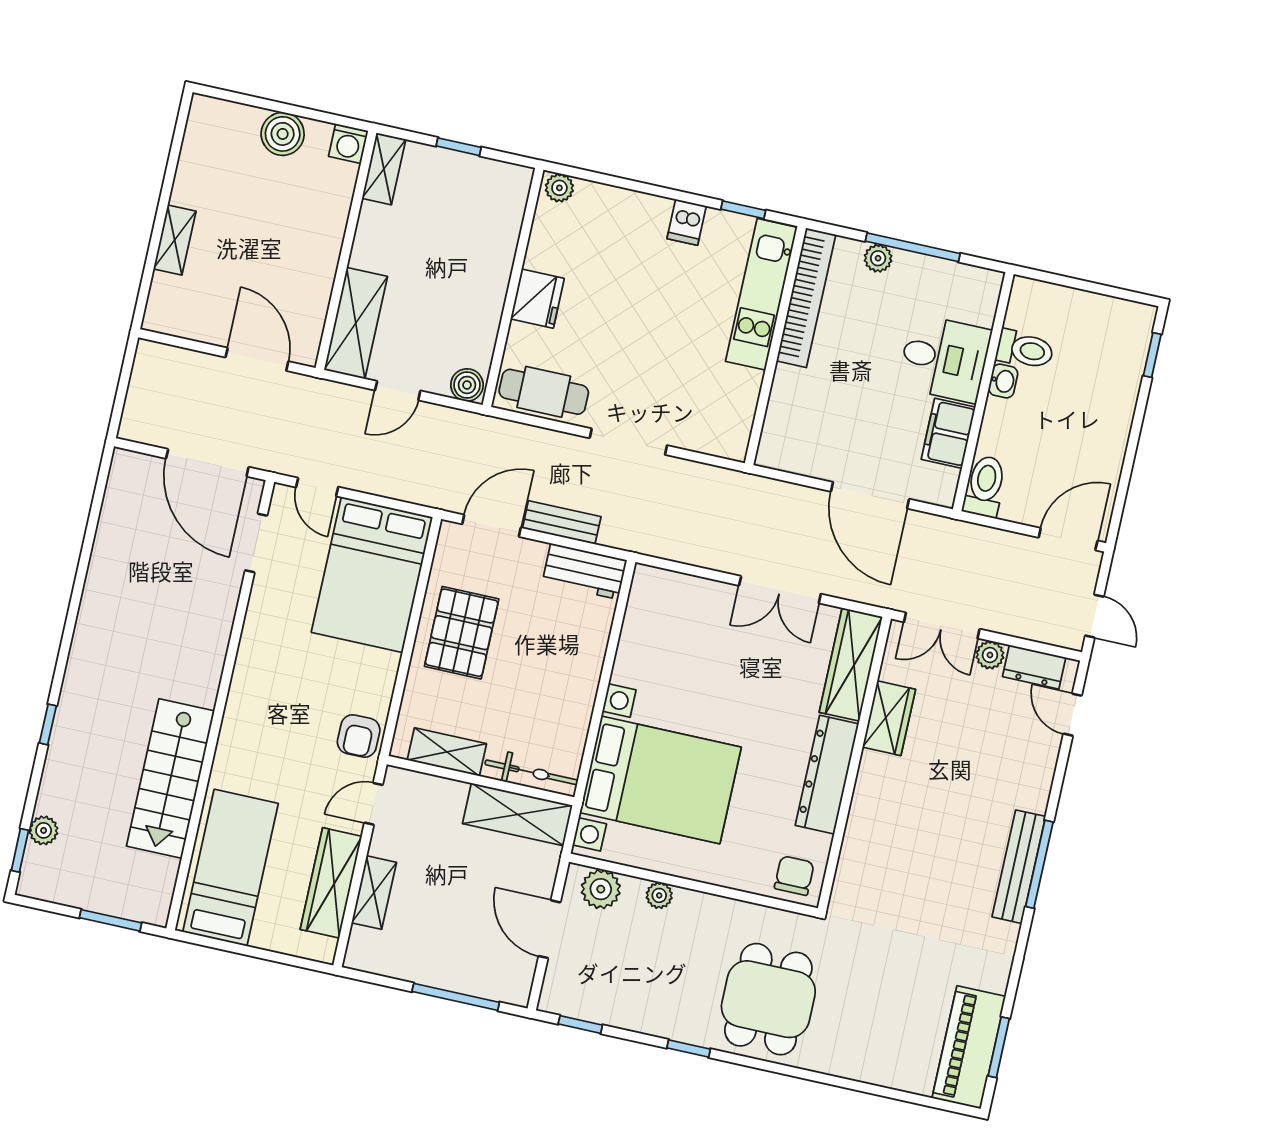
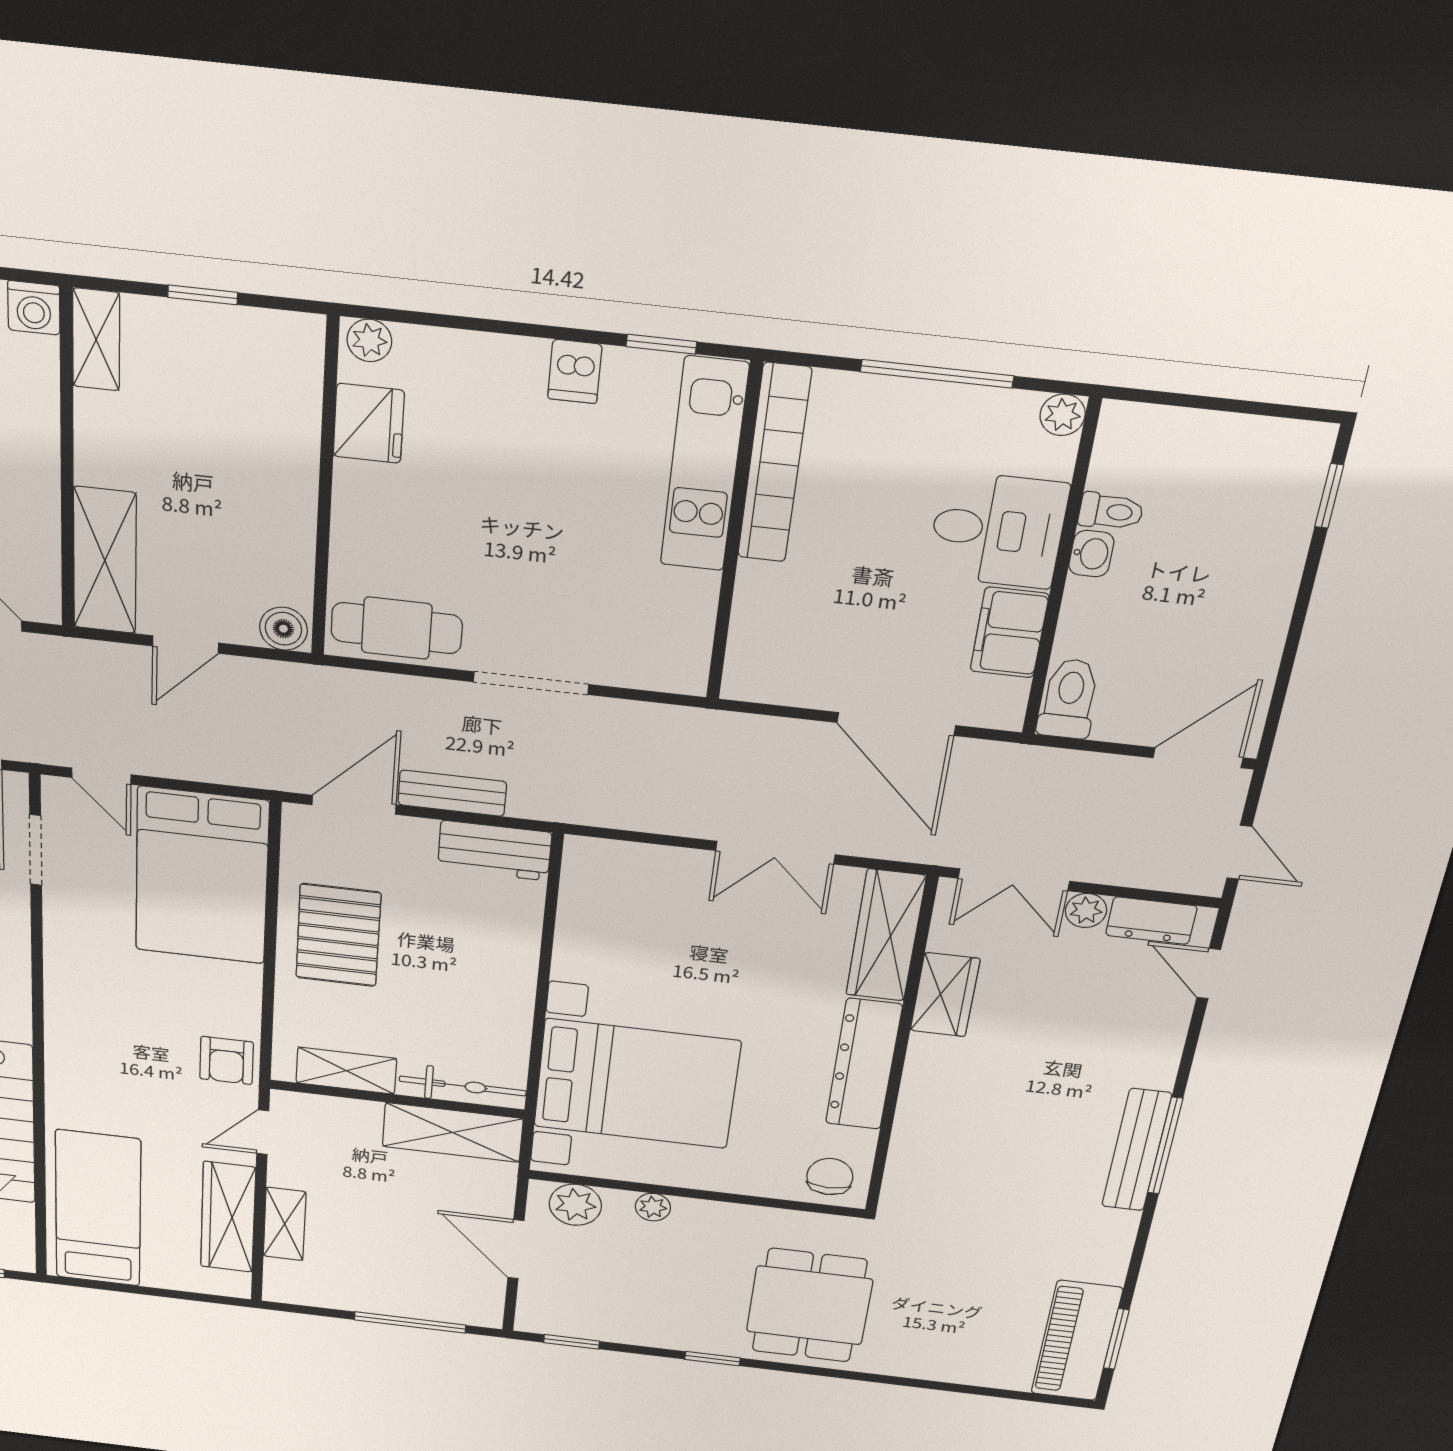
plant: (878, 258) -> (1063, 415), moved
fridge: (537, 299) -> (369, 423), moved
toilet: (1025, 350) -> (1111, 511), width x0.73, depth x0.72

